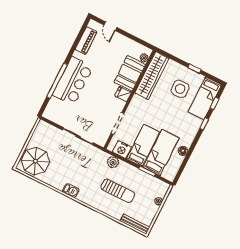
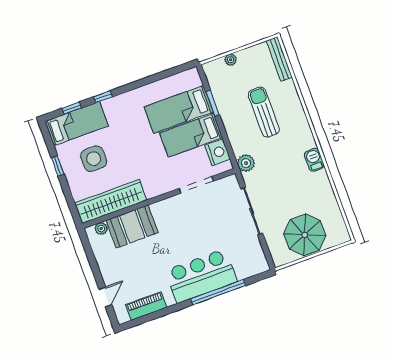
fridge: (123, 94) -> (160, 211), removed
floor lamp: (183, 151) -> (153, 89), removed
parasol: (35, 161) -> (305, 235), moved
plant: (113, 162) -> (246, 163), moved

